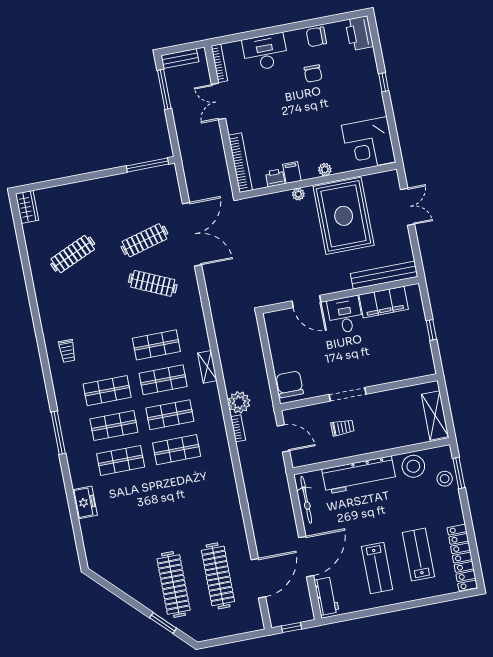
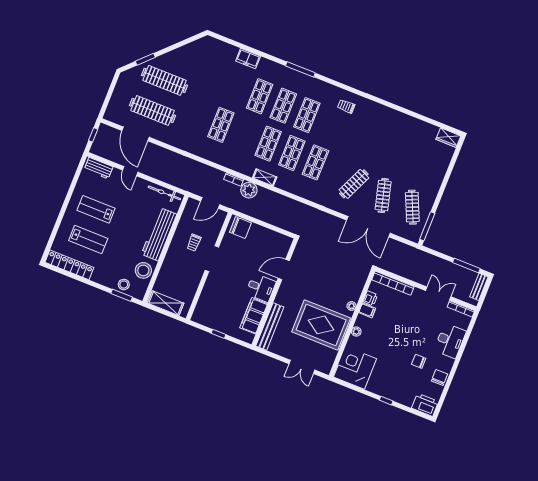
clothes rail: (73, 254) -> (412, 207), moved
shelving: (207, 367) -> (265, 177), moved
shop shelf: (177, 450) -> (221, 125), moved
door: (306, 557) -> (130, 171), width x0.53

